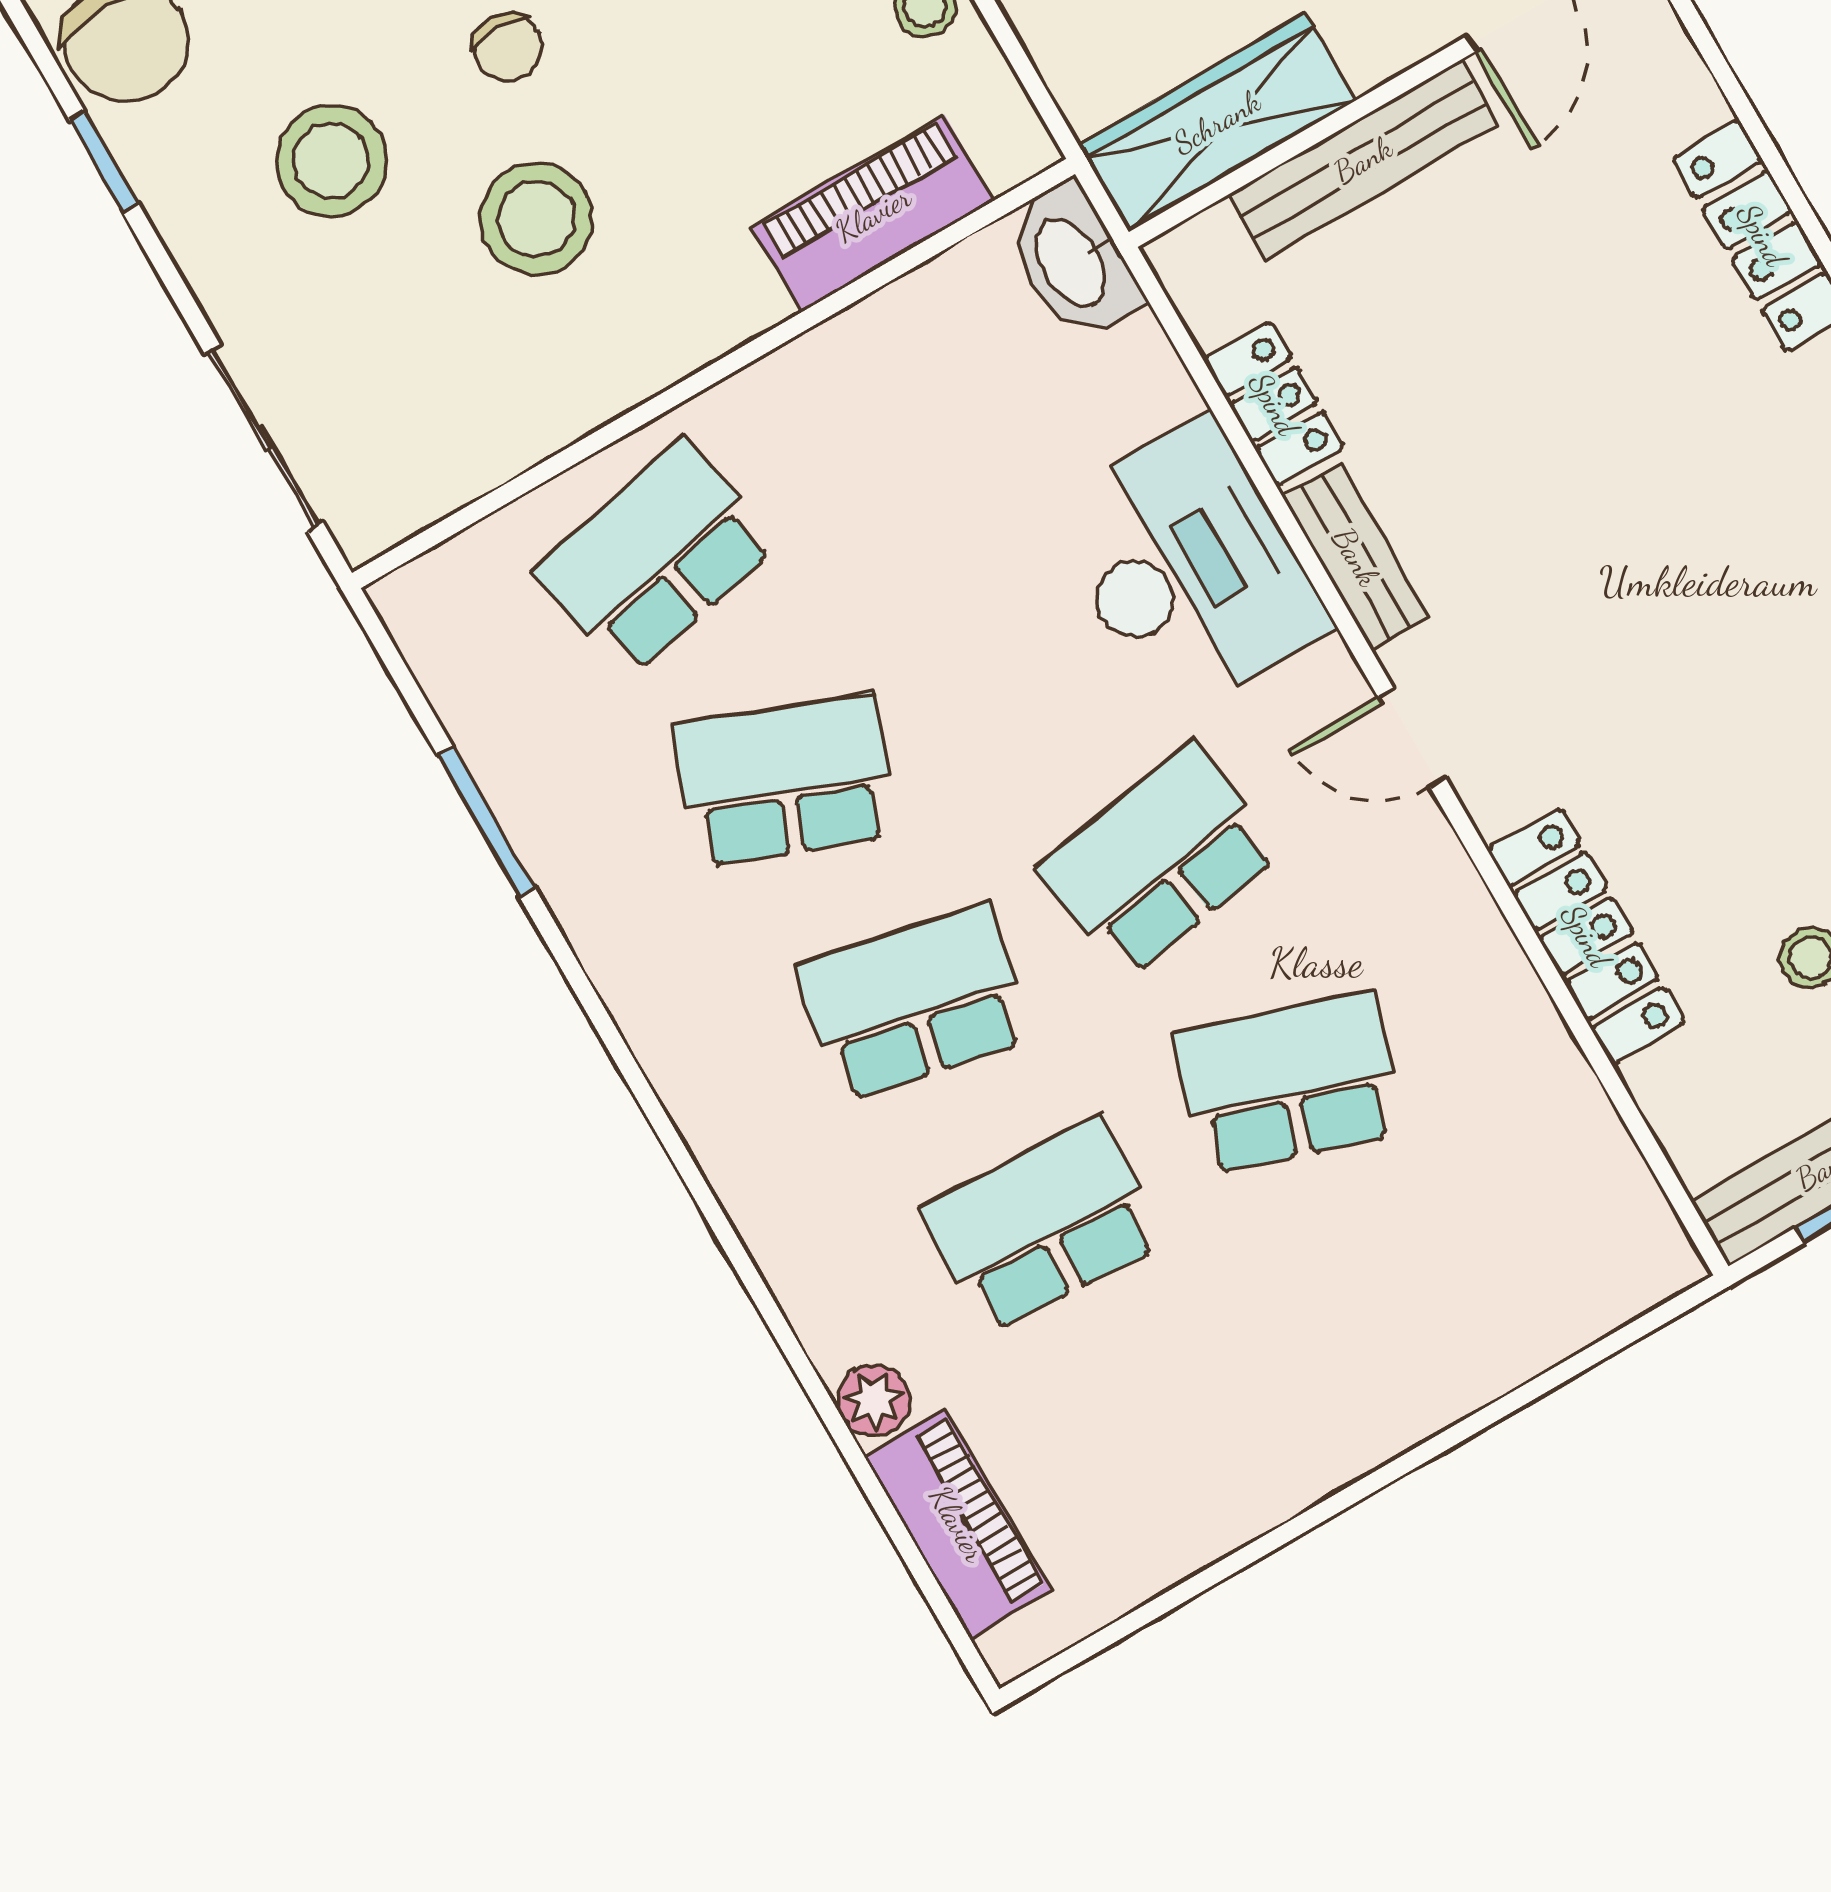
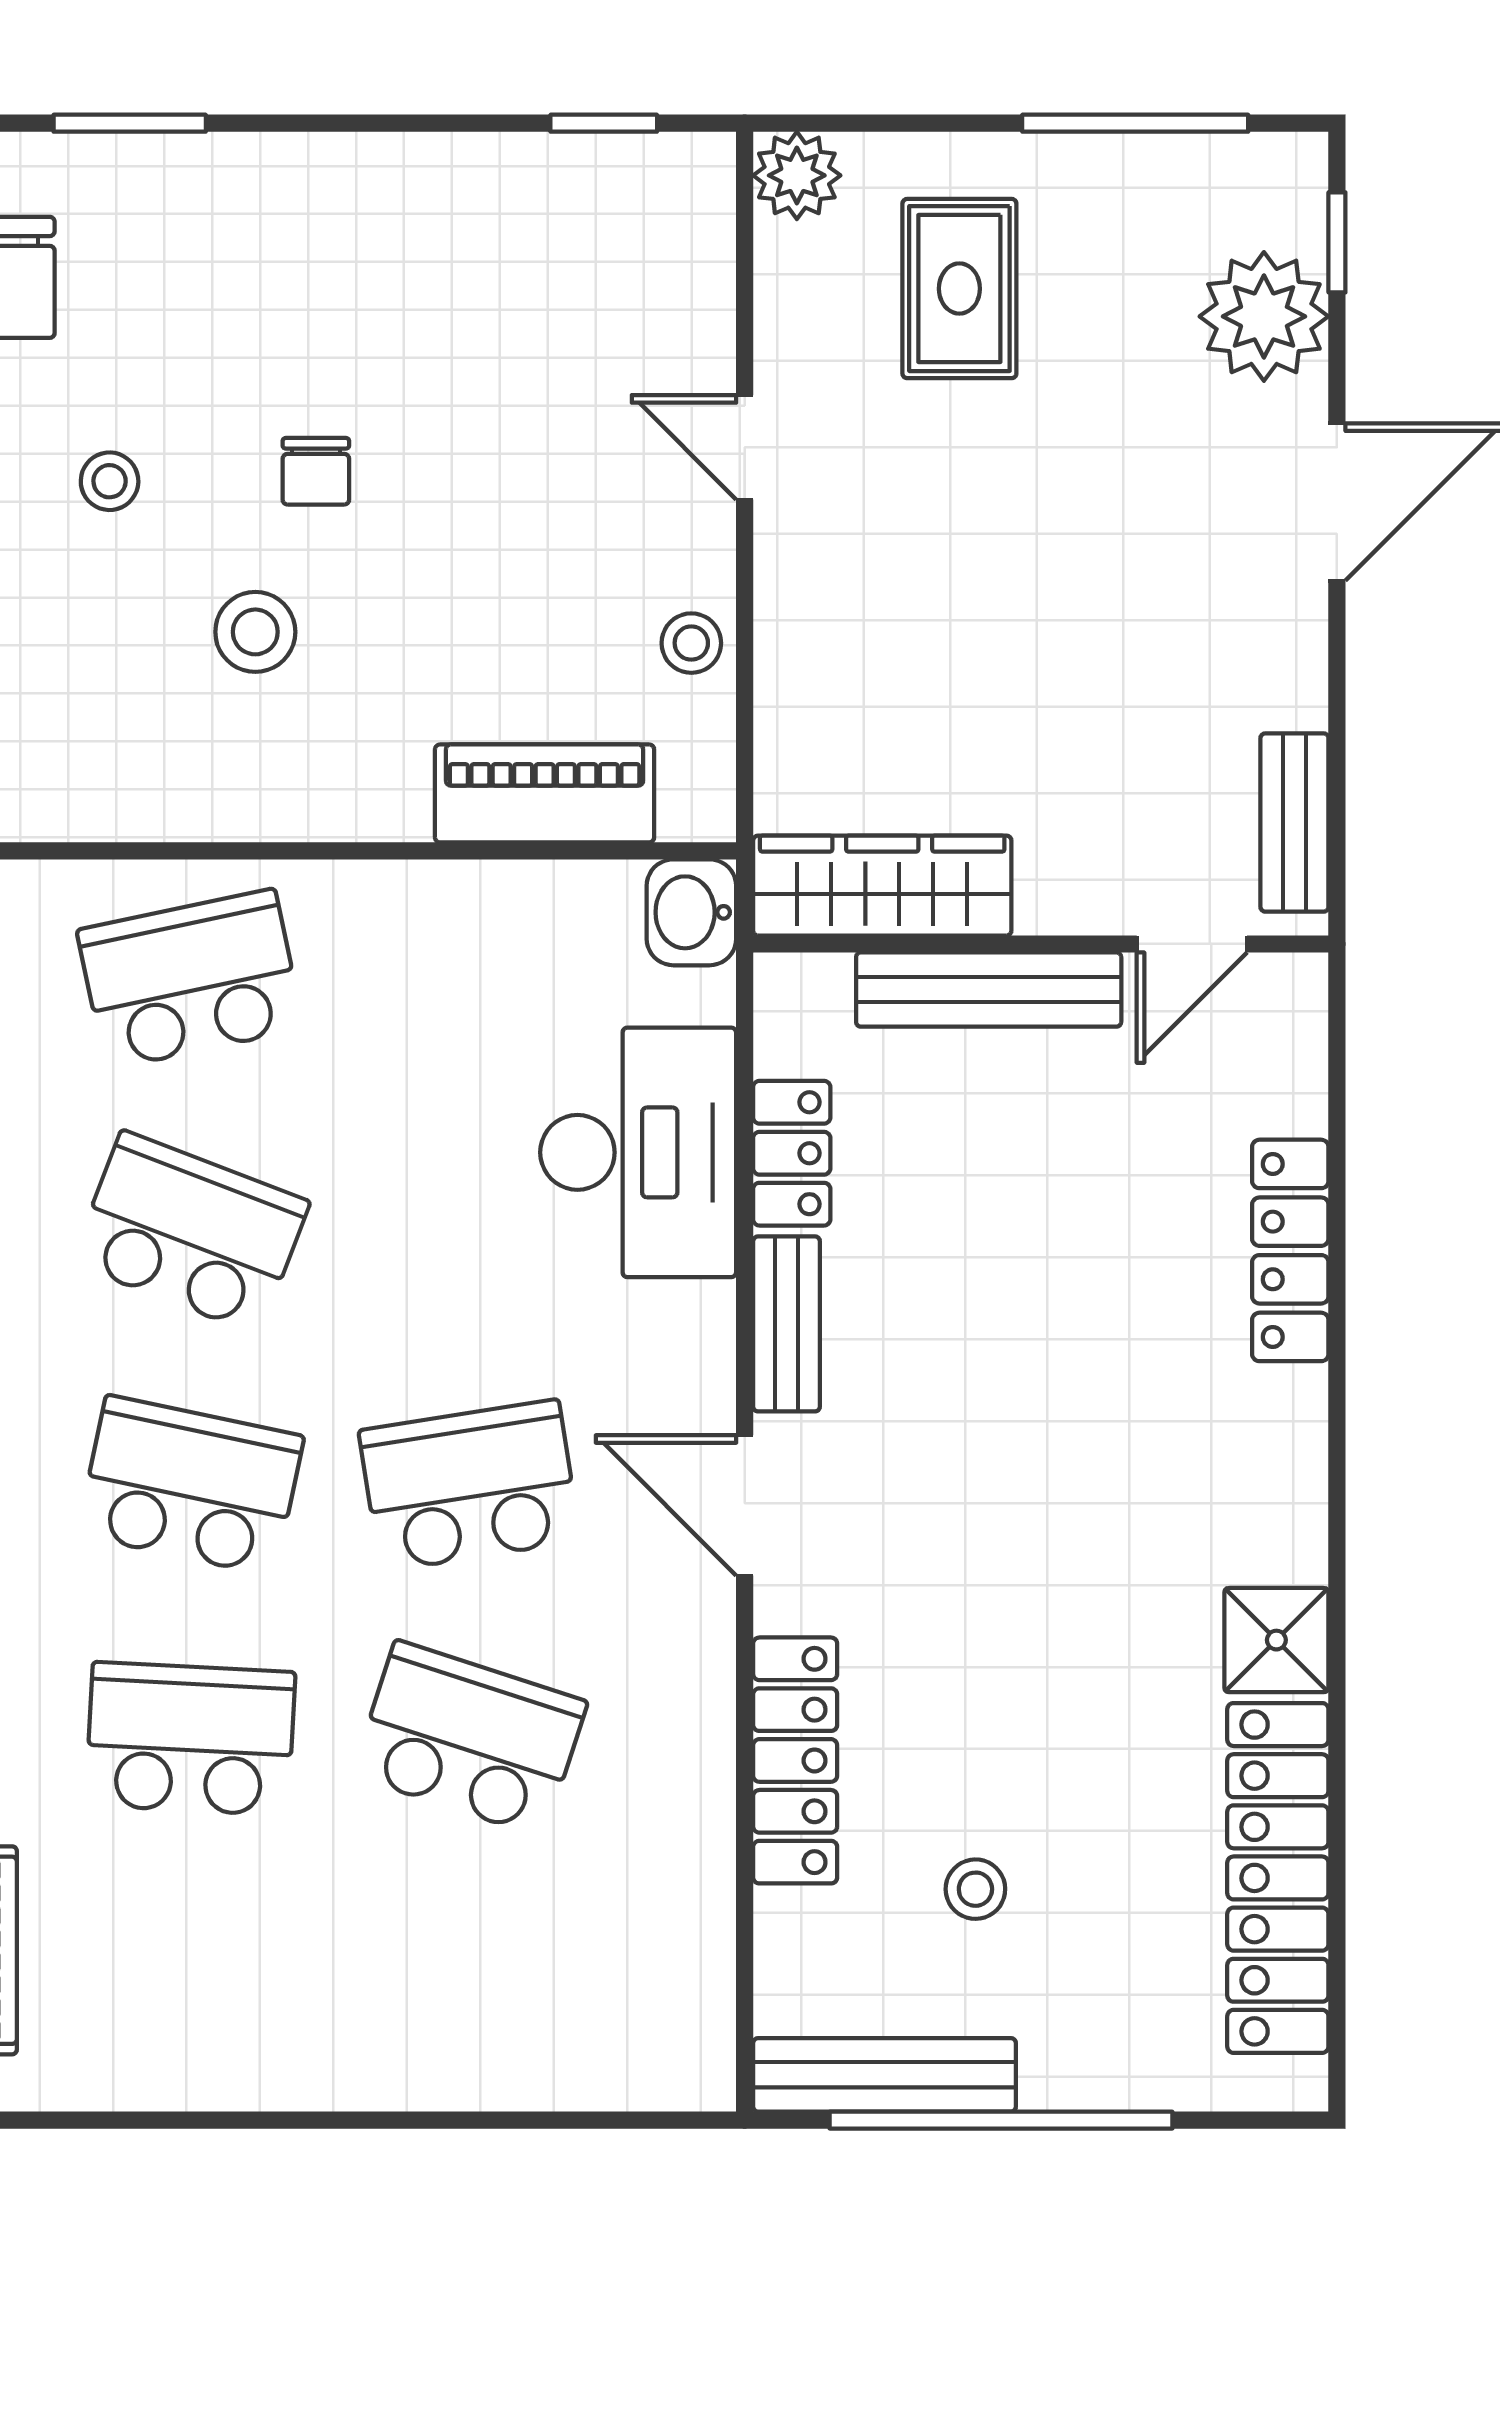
stool: (331, 161) -> (110, 481), width x0.53, depth x0.53
stool: (536, 219) -> (255, 632), width x0.73, depth x0.73
washbasin: (1073, 261) -> (691, 912), width x0.72
desk: (1188, 568) -> (638, 1152), moved
door: (1412, 738) -> (745, 1505), width x1.38

